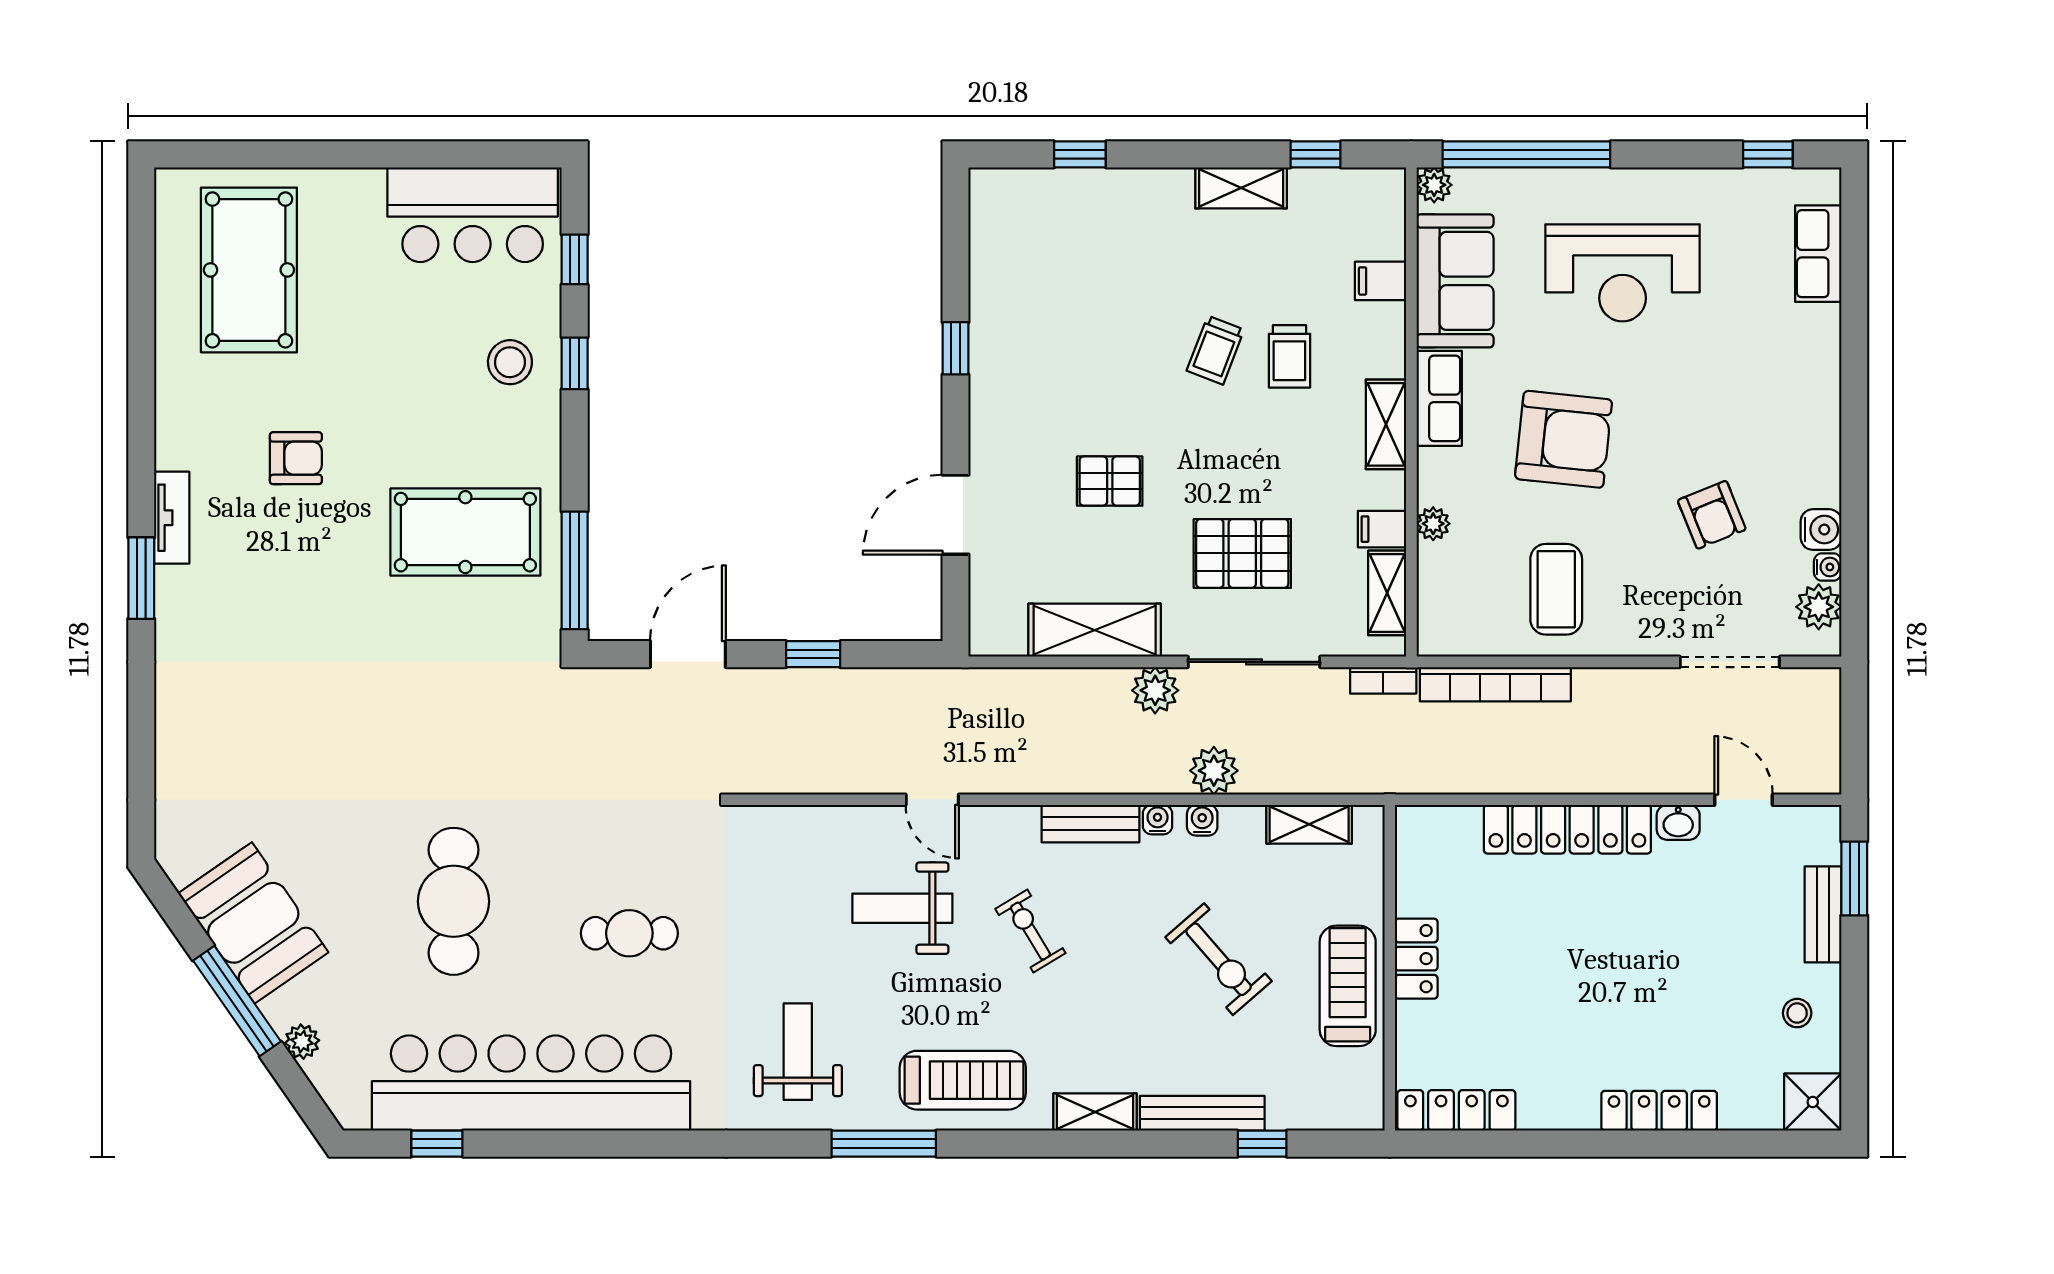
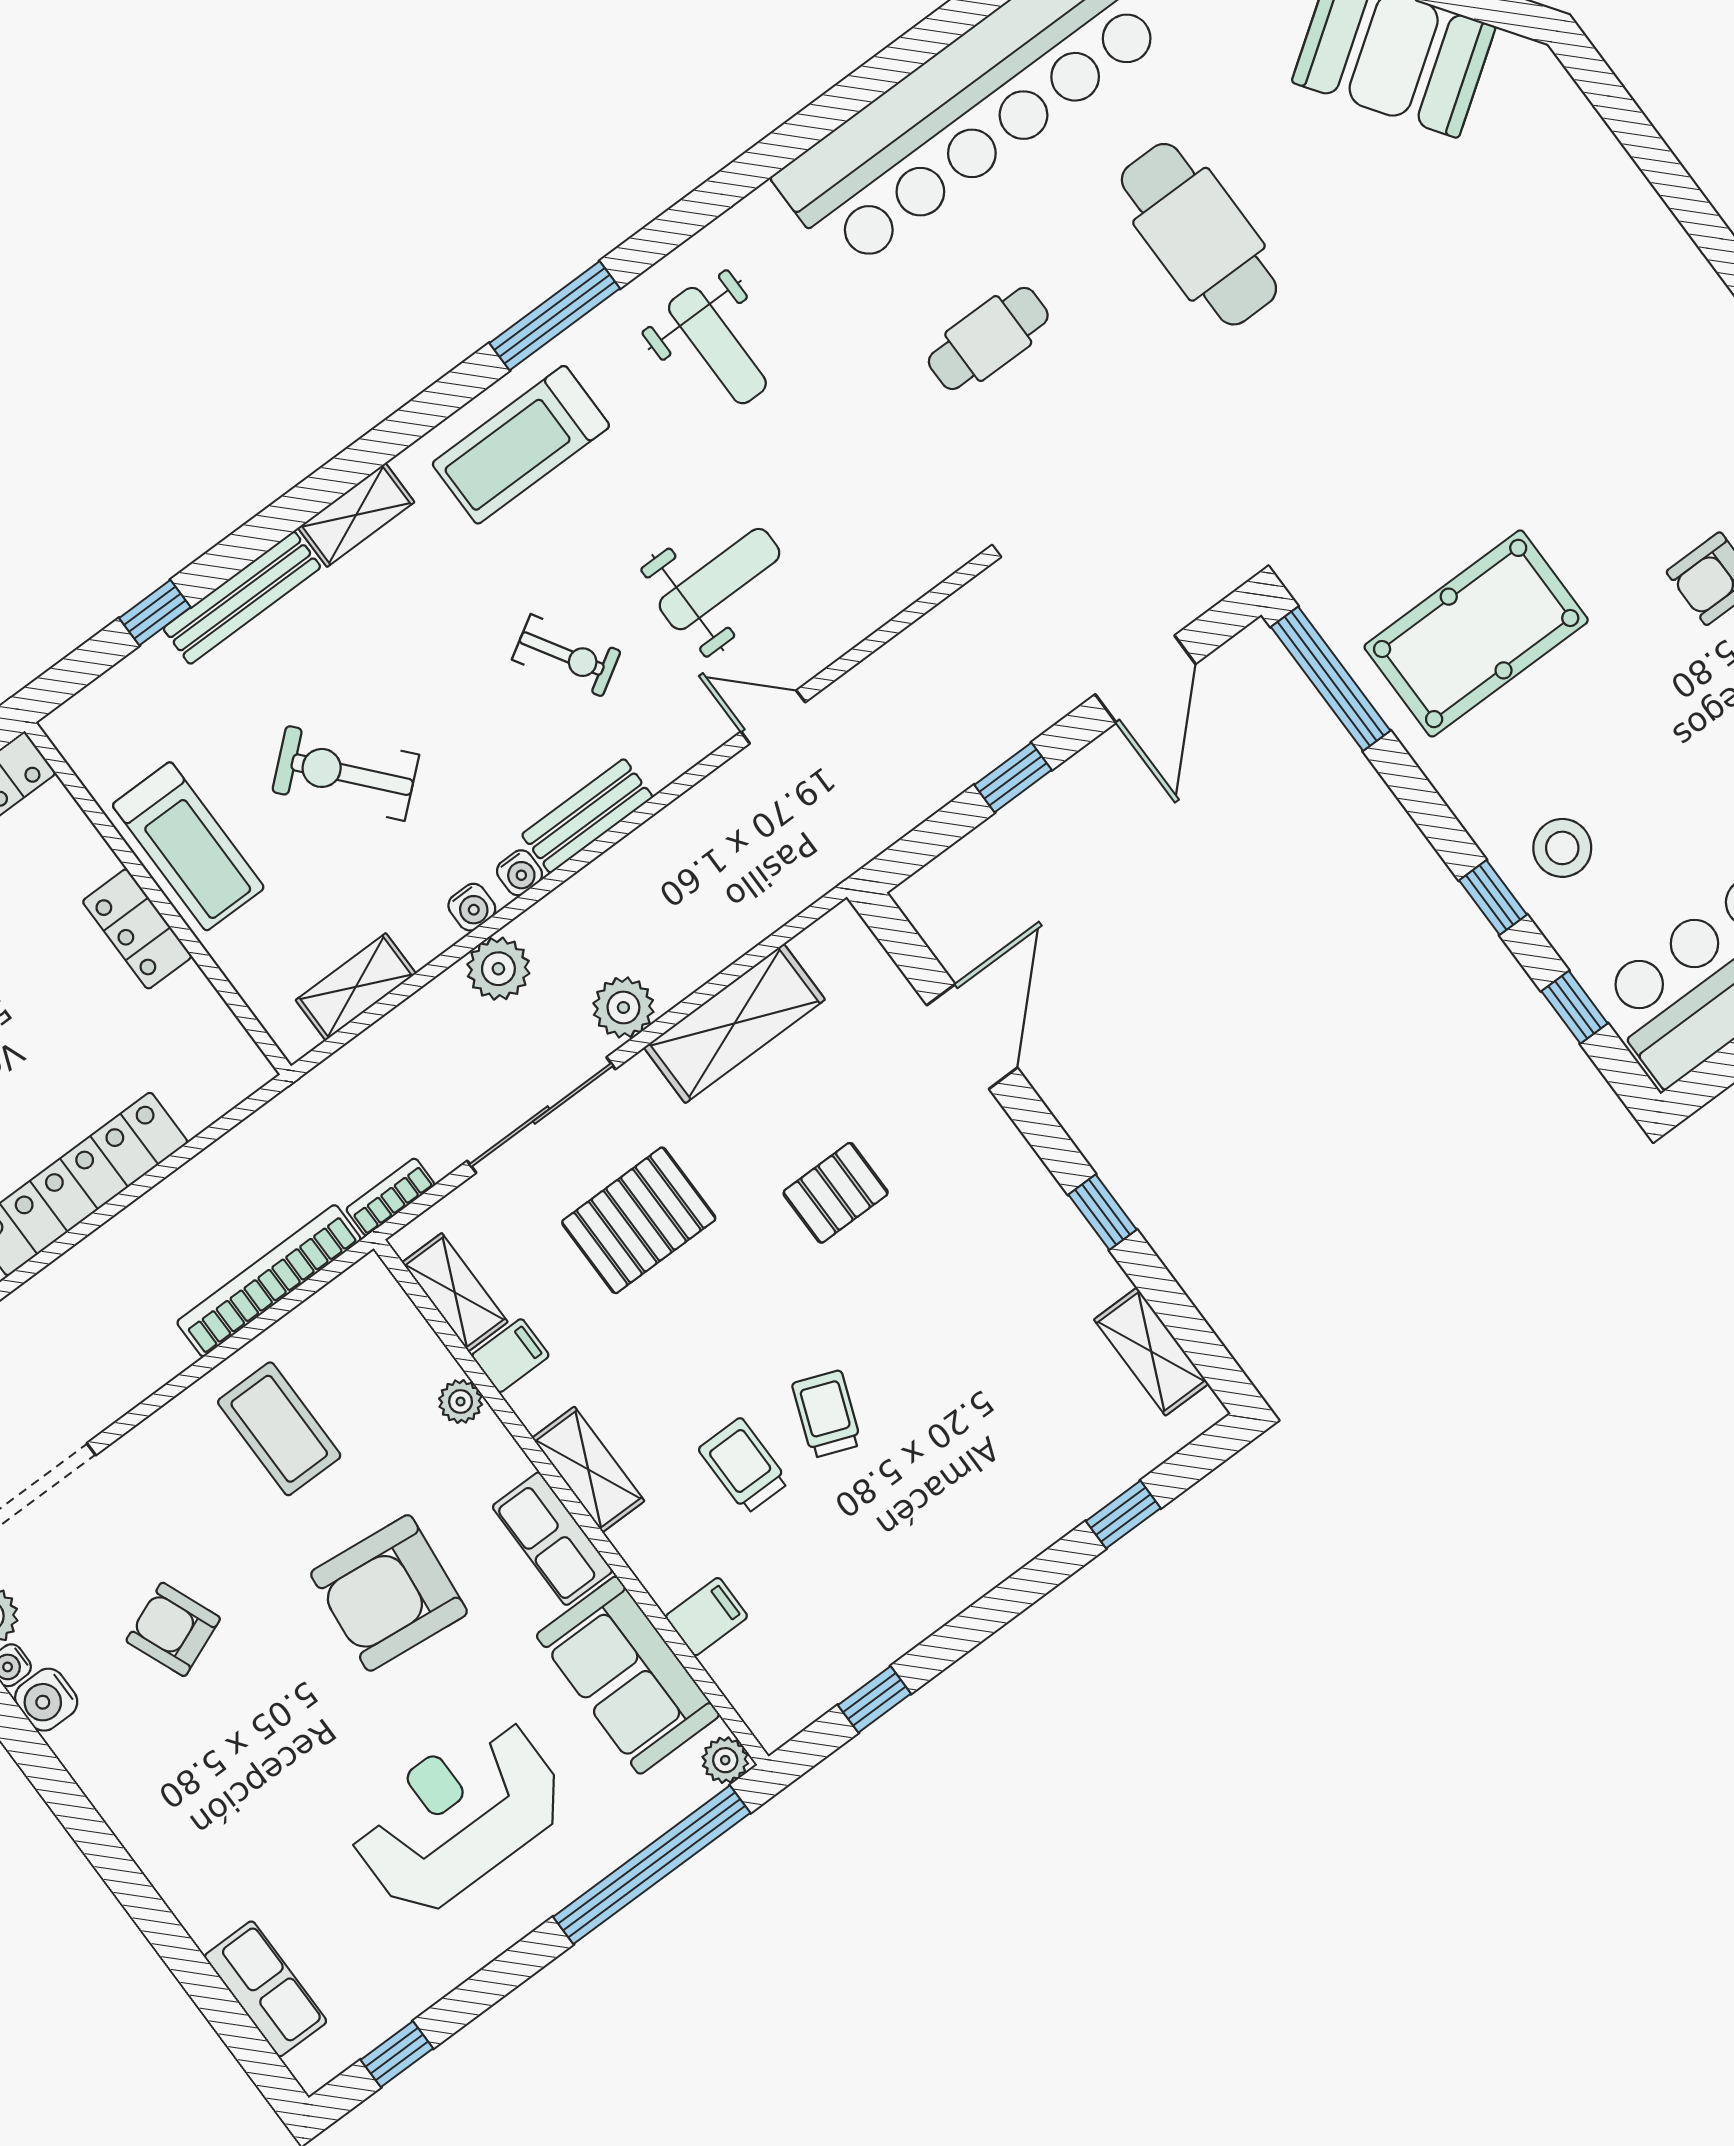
shelving: (1241, 188) -> (1151, 1352), moved, turned 90

